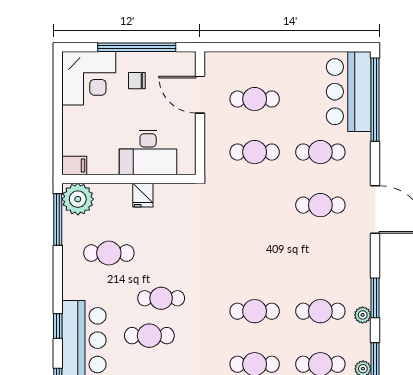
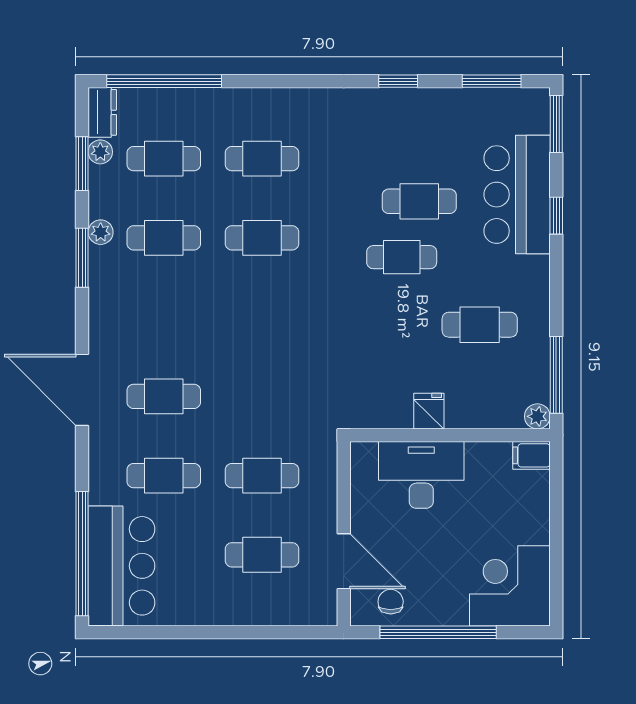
chair: (137, 81) -> (391, 602), moved, turned -90
plant: (78, 199) -> (537, 416), width x0.53, depth x0.53

